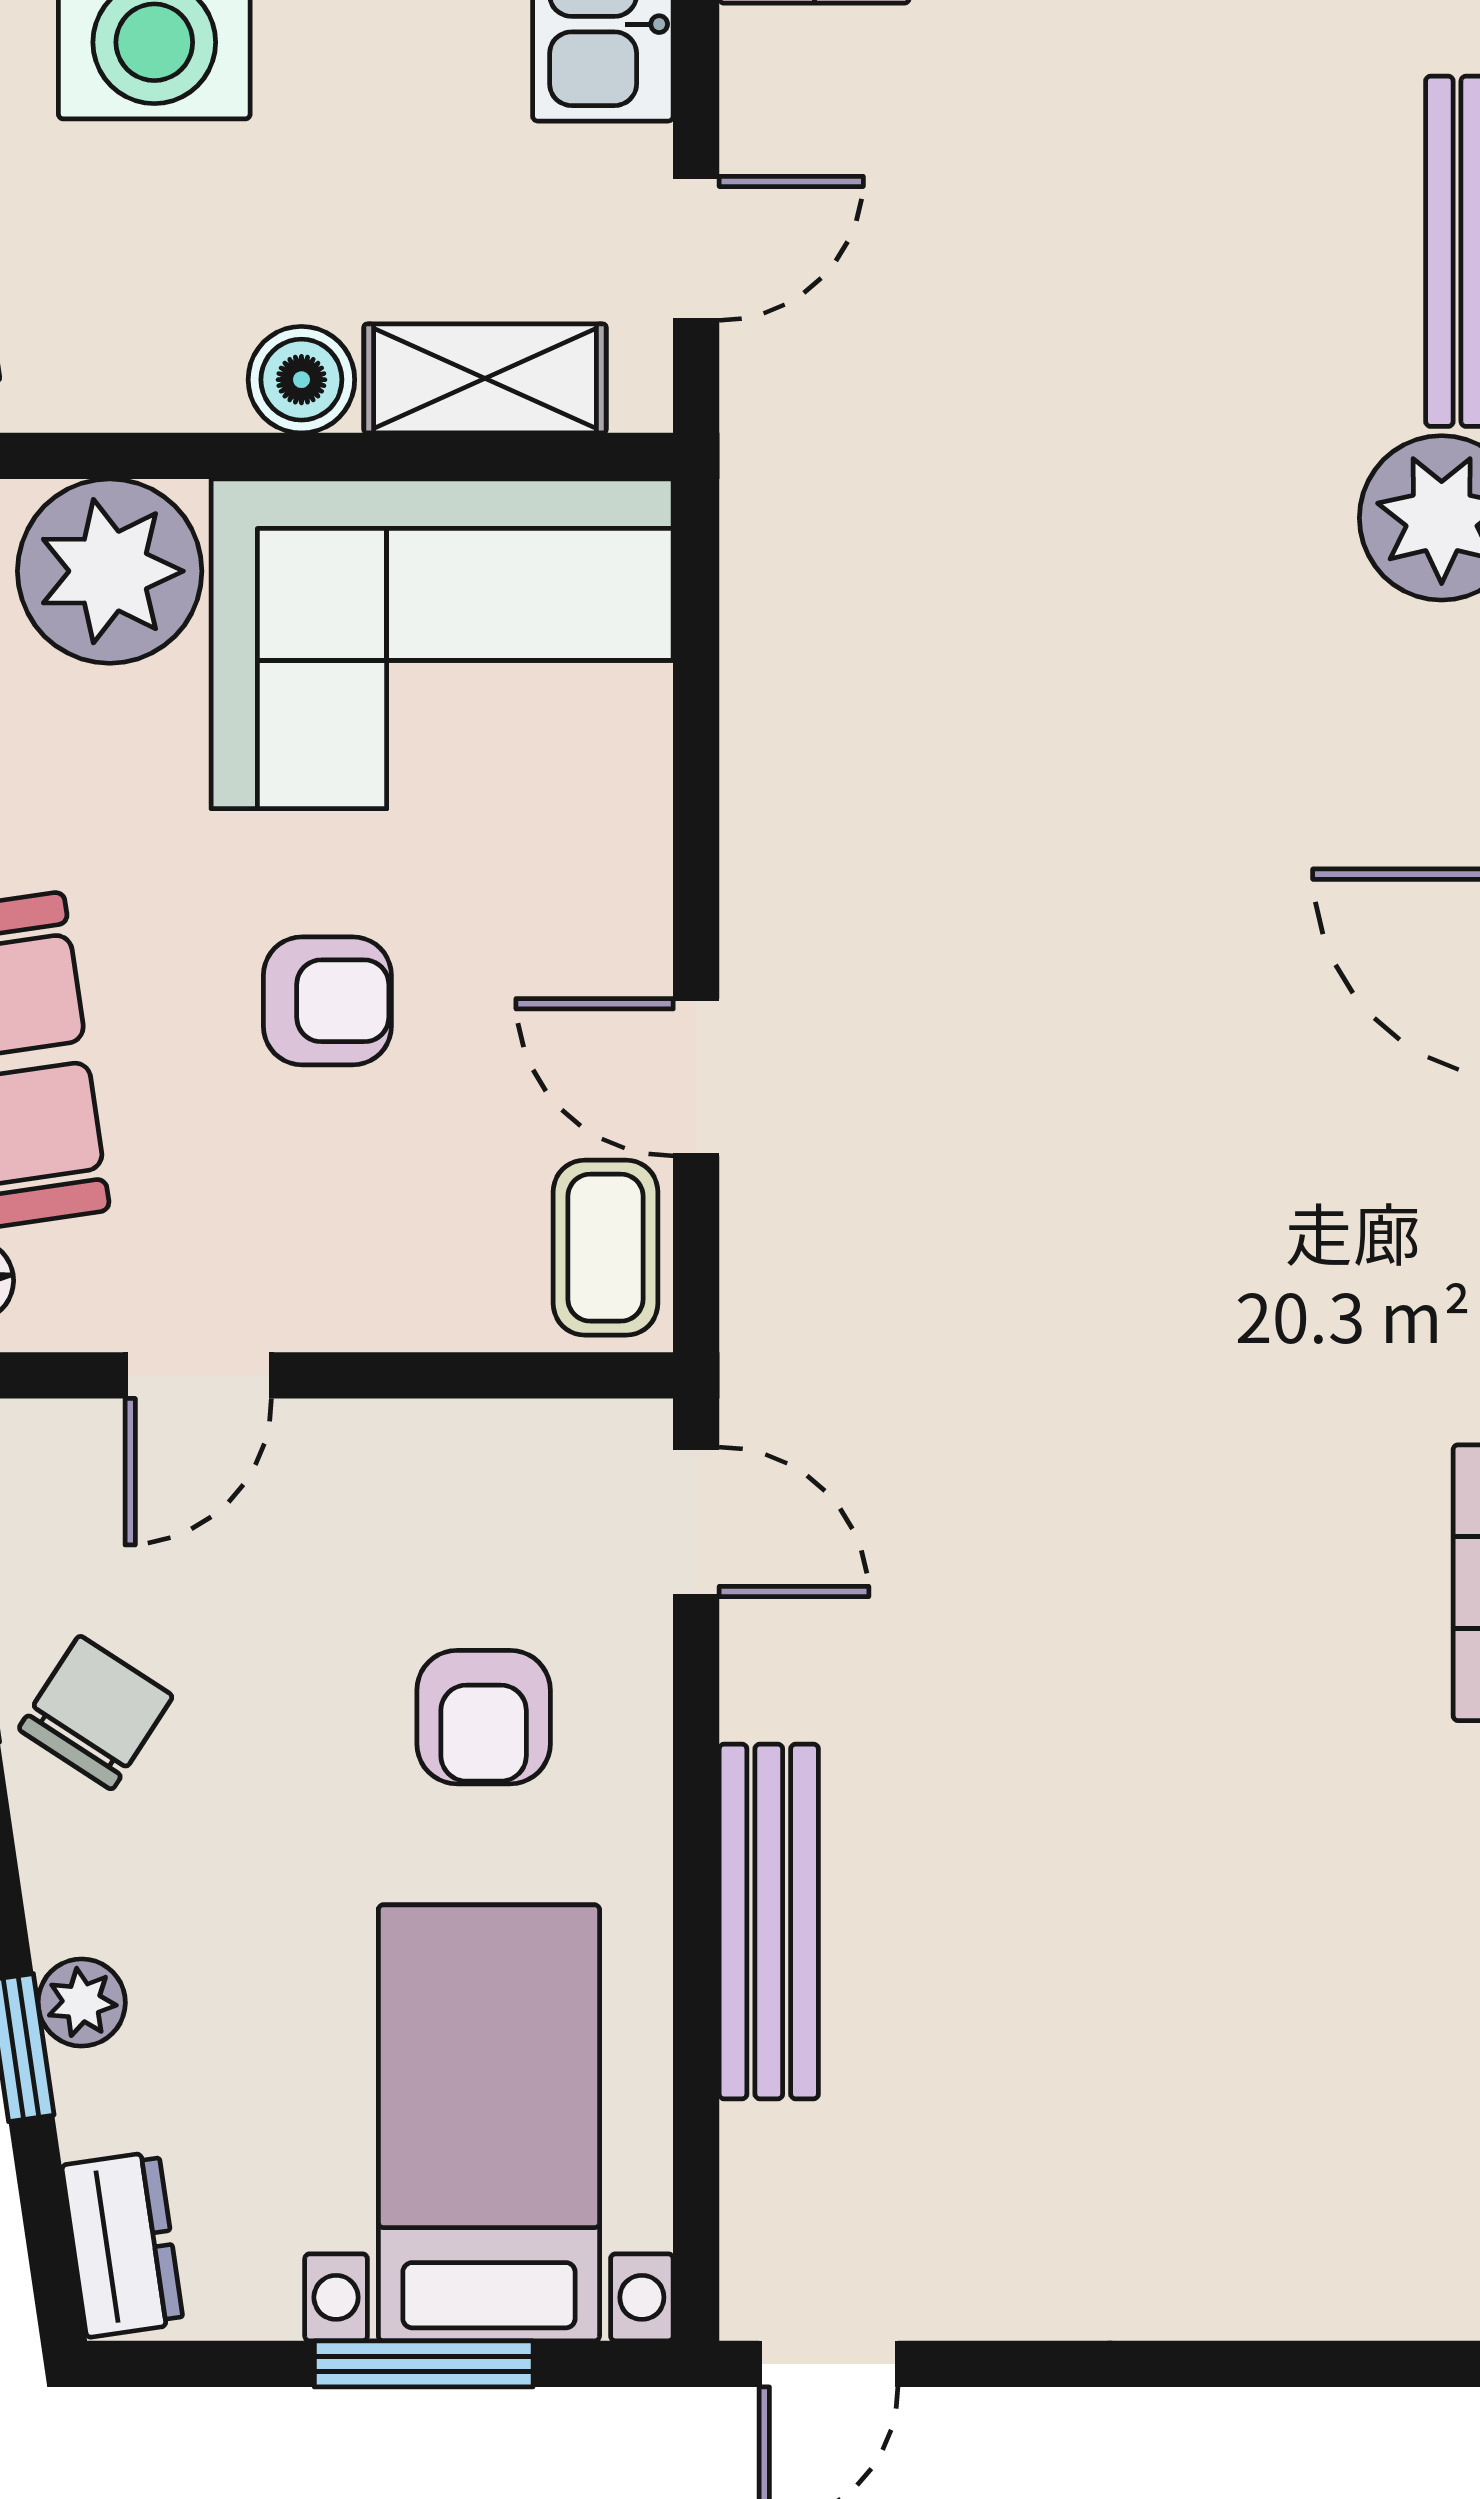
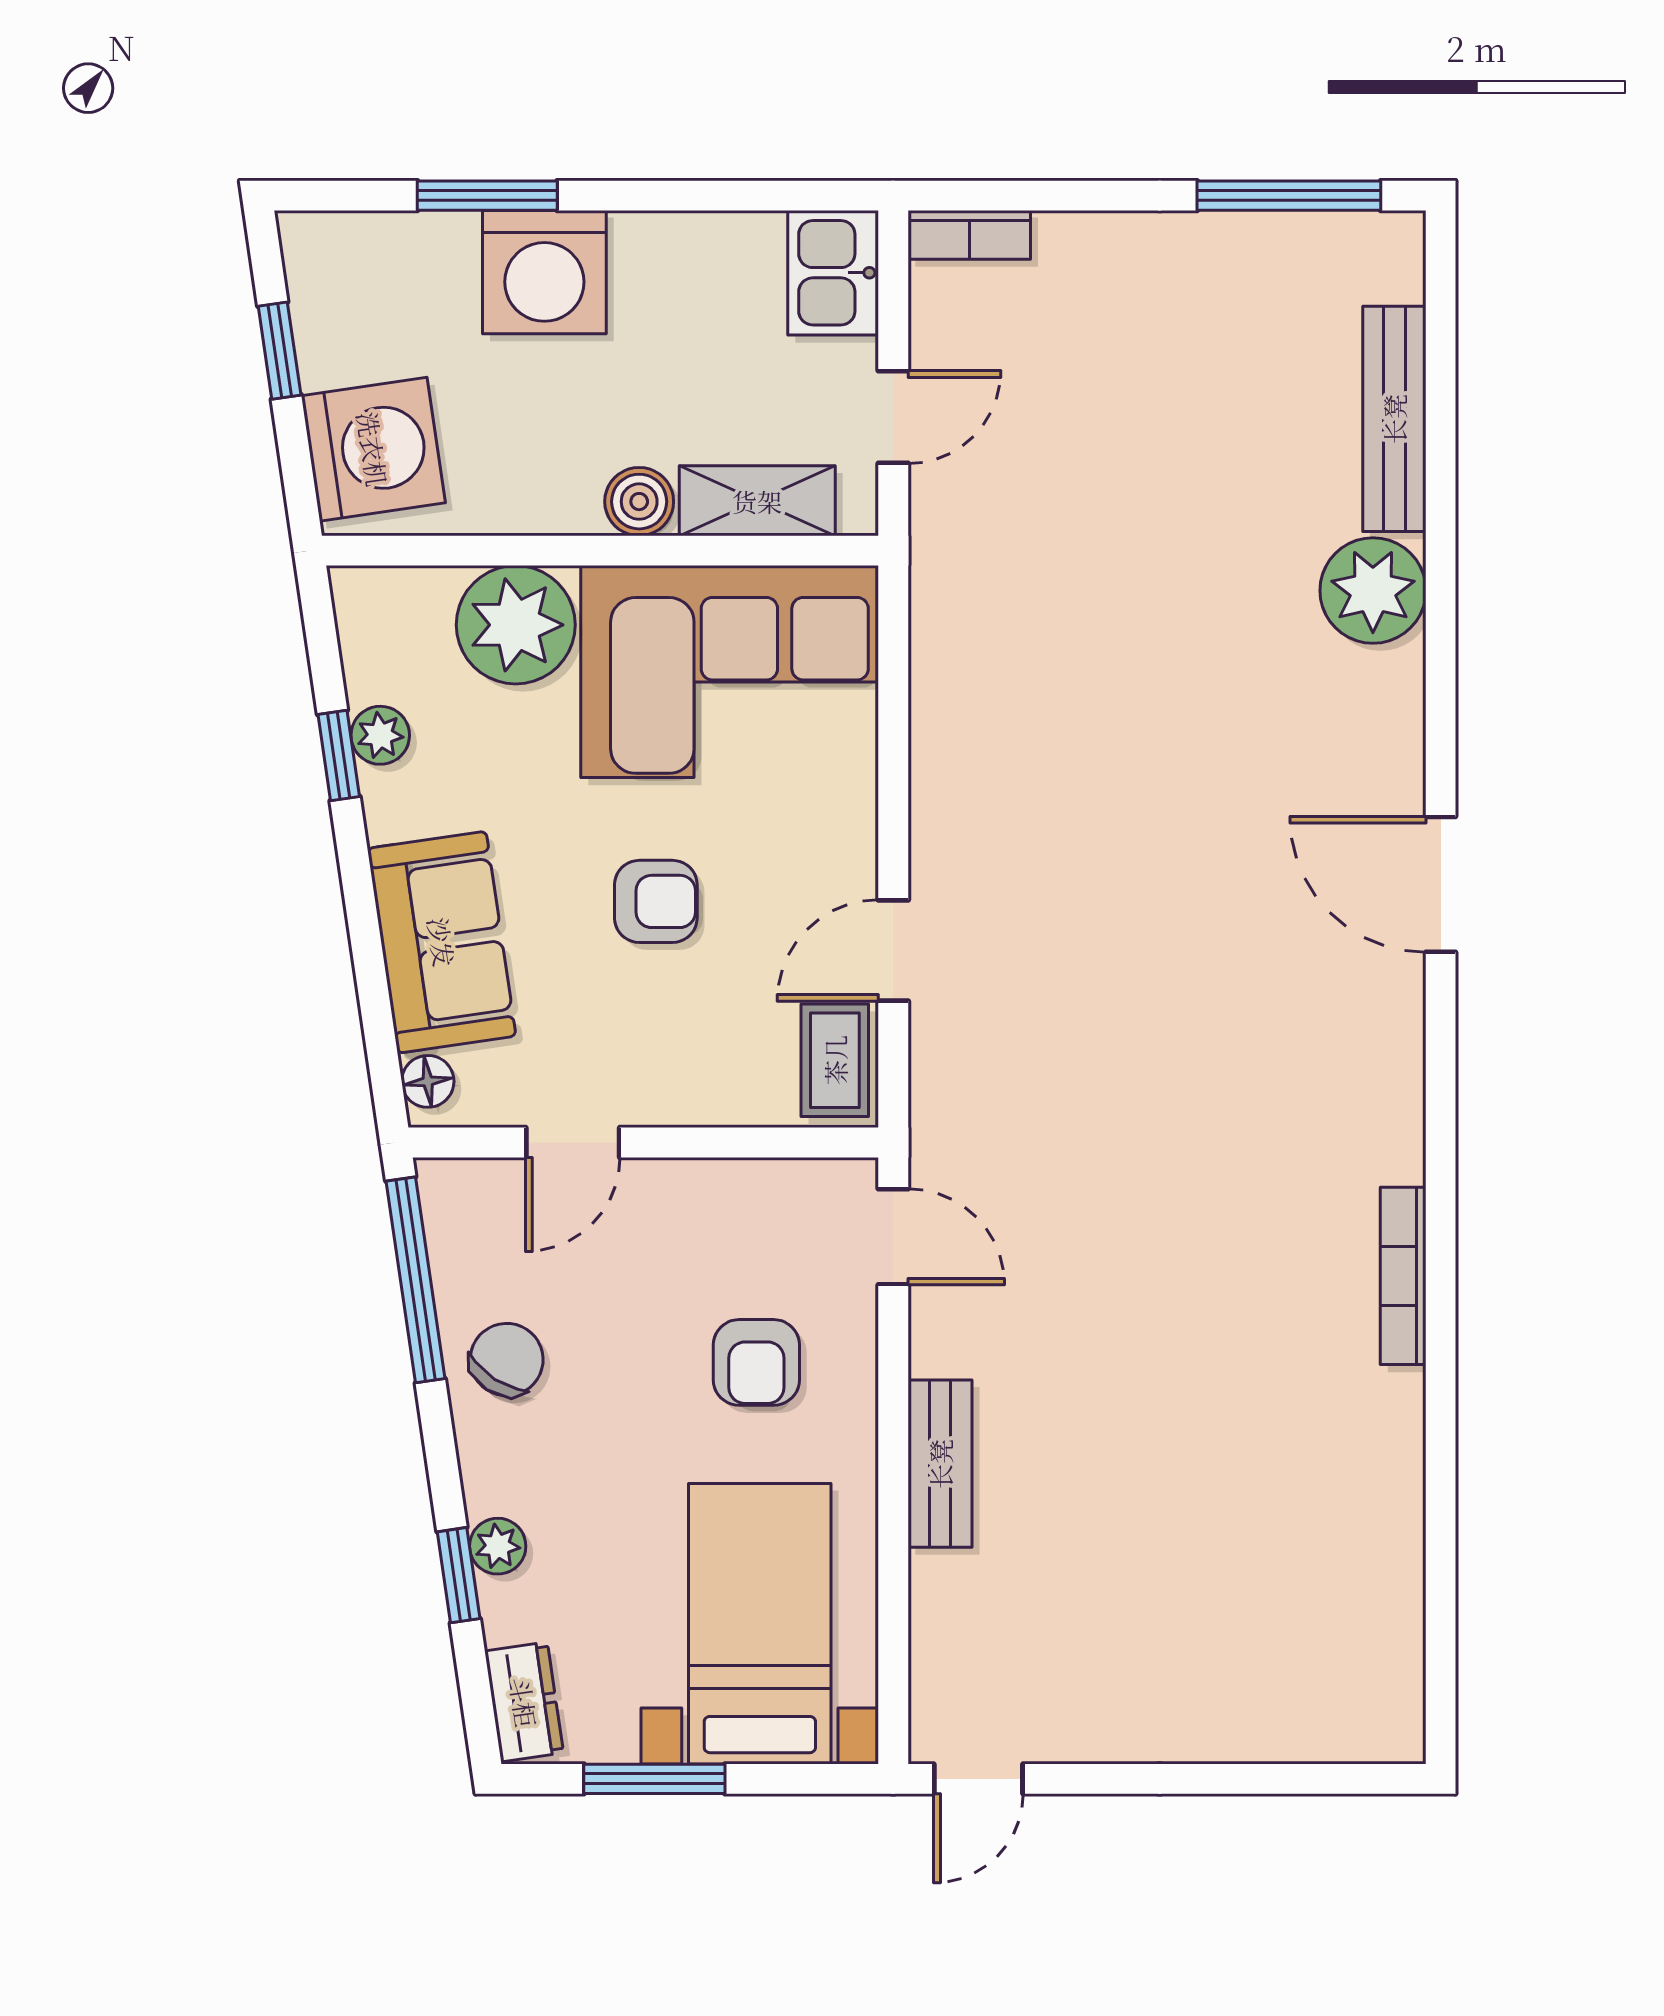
door: (696, 1077) -> (893, 951), hinge flipped
bench: (769, 1921) -> (940, 1464), width x0.73
window: (424, 2364) -> (654, 1779), moved

